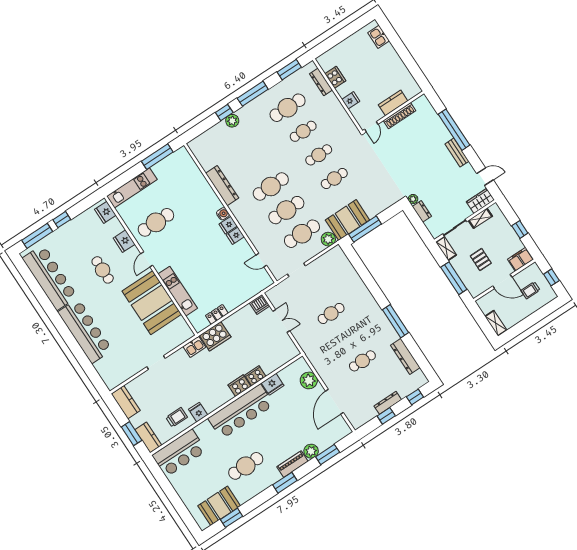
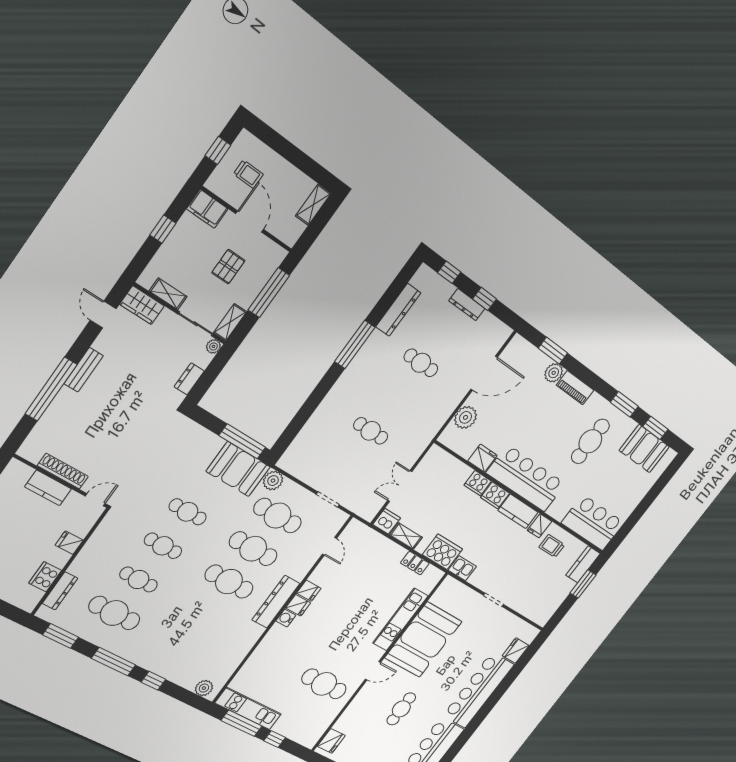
plant: (232, 121) -> (204, 688), moved
window: (131, 174) -> (275, 739), added
dresser: (222, 186) -> (276, 602), moved
kitchen unit: (132, 188) -> (248, 709), moved
plant: (413, 199) -> (213, 346), moved
fridge: (124, 241) -> (516, 651), moved, turned 180
shelving: (241, 314) -> (406, 536), added
kitchen counter: (126, 402) -> (518, 511), moved, turned -90
cafe table: (246, 466) -> (590, 441), turned 90
window: (285, 483) -> (624, 404), moved

